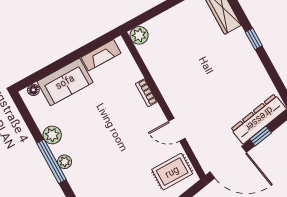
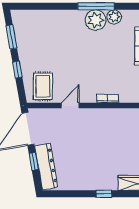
plant: (65, 162) -> (96, 20), width x1.87, depth x1.87

